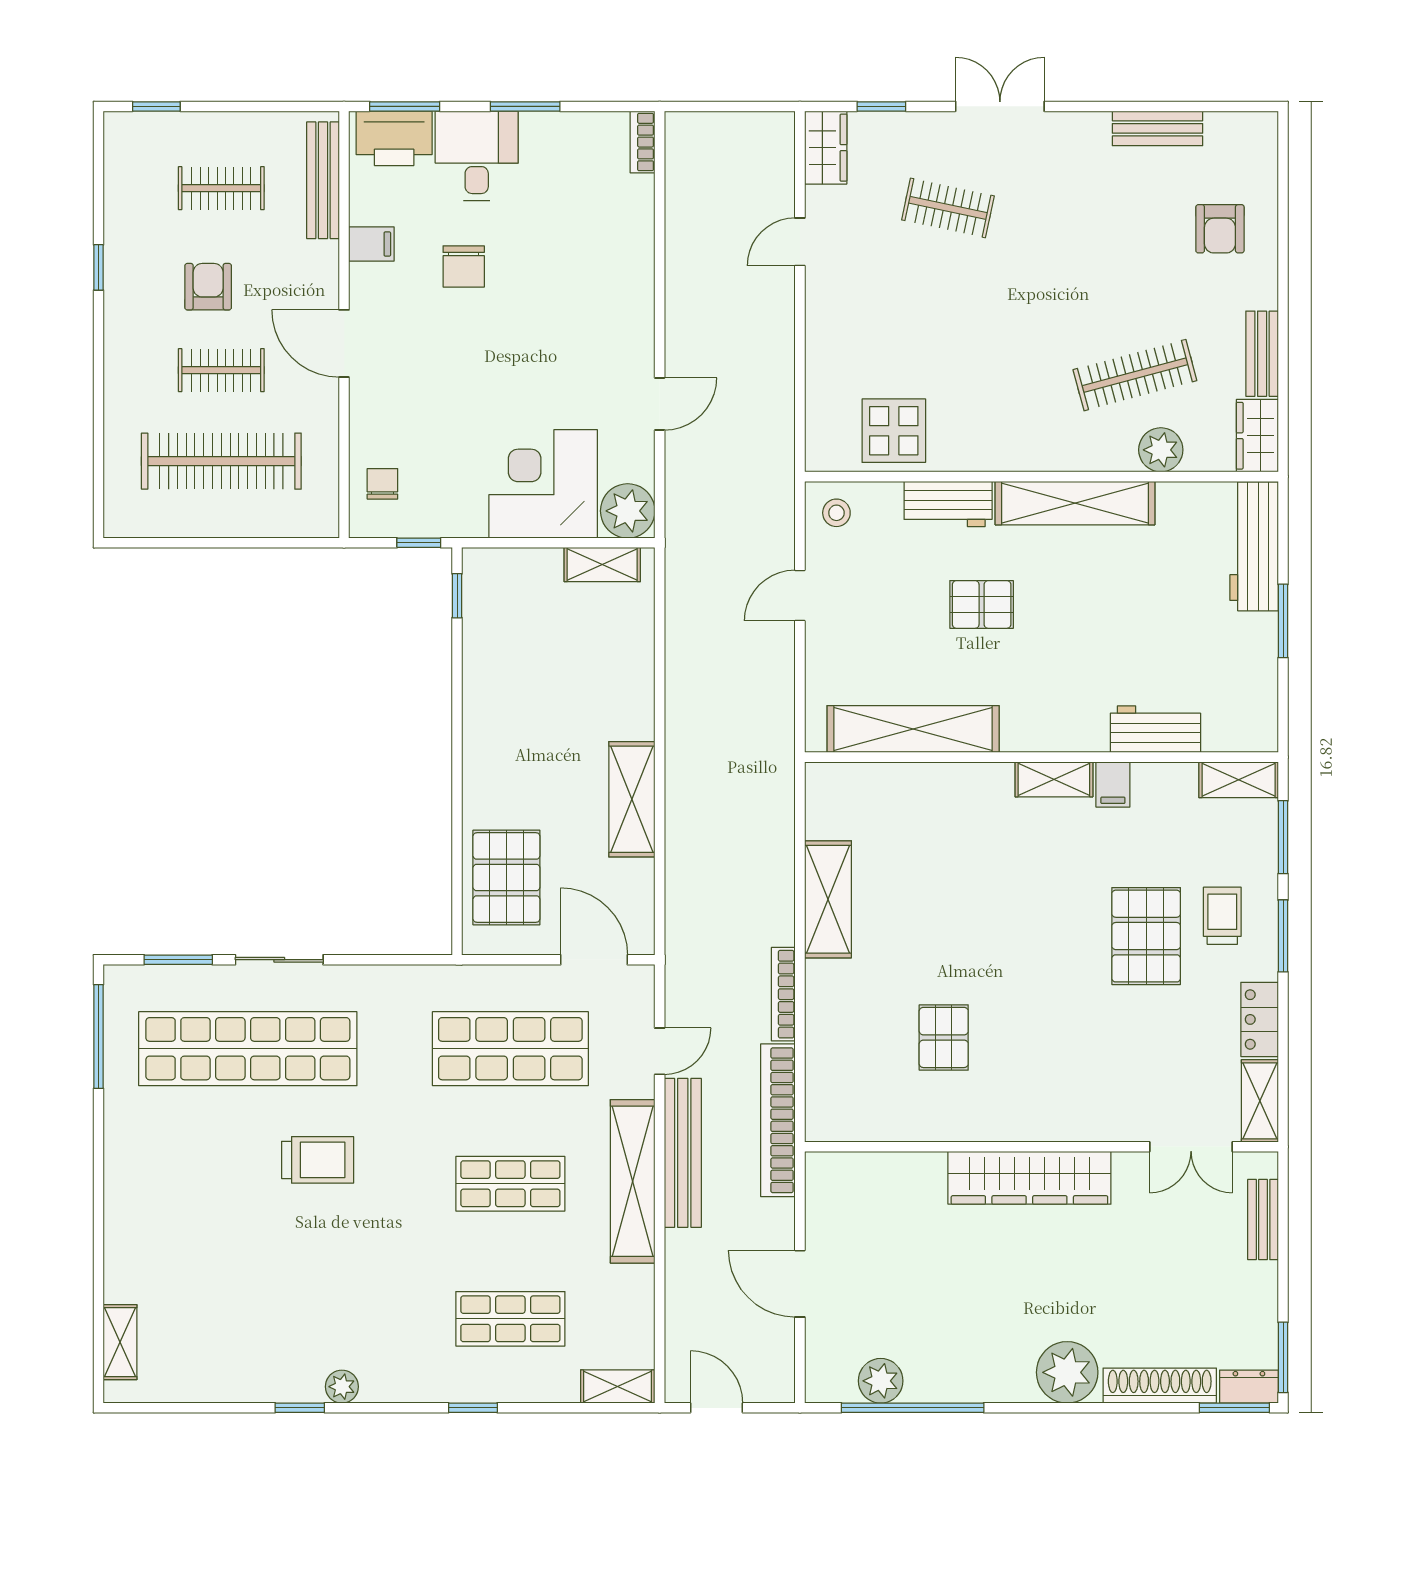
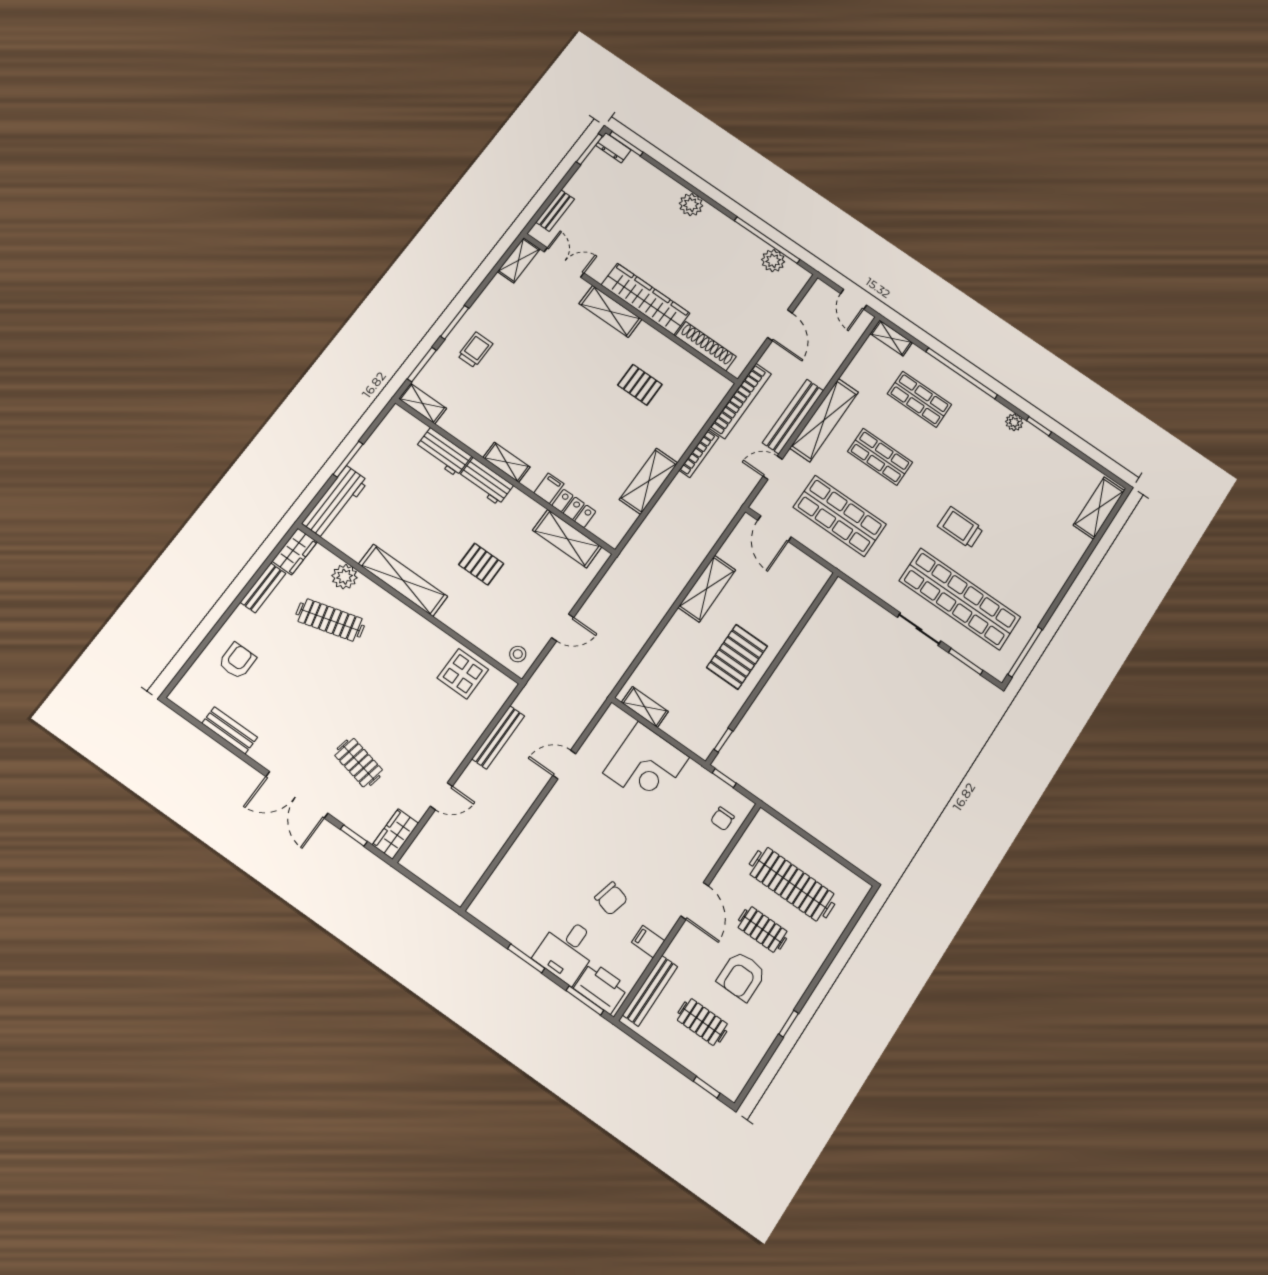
double door: (1000, 106) -> (297, 795), width x1.37
bookcase: (643, 142) -> (482, 900), removed
chair: (464, 266) -> (611, 899), turned 105
armchair: (208, 287) -> (742, 976), width x1.38, depth x1.38
bench: (780, 377) -> (498, 737), added
workbench: (948, 504) -> (486, 481), moved, turned 180
plant: (628, 511) -> (615, 724), removed
shelving: (913, 729) -> (567, 539), width x0.68
filing cabinet: (1113, 784) -> (549, 488), moved
pallet: (506, 878) -> (737, 657), moved
trolley: (1222, 916) -> (475, 350), turned 180
pallet: (1146, 936) -> (516, 365), removed
locker: (1260, 1019) -> (574, 508), moved, turned -90
pallet: (944, 1037) -> (640, 385), turned 90
shelving: (1067, 1120) -> (610, 311), added
shelving: (120, 1342) -> (1099, 508), width x1.50, depth x1.33
plant: (1067, 1372) -> (691, 205), width x0.73, depth x0.73
shoe rack: (1160, 1386) -> (706, 346), moved, turned 180
window: (473, 1408) -> (962, 373), width x3.17

